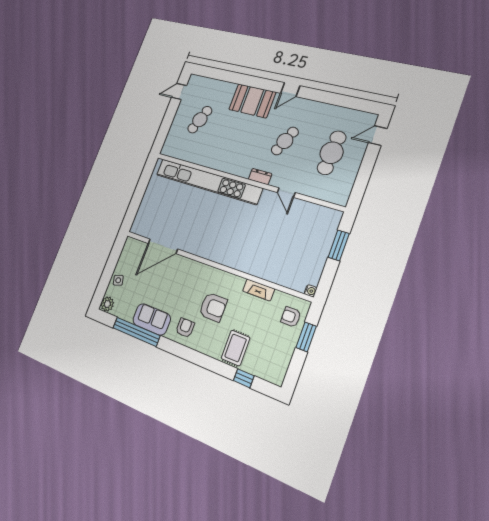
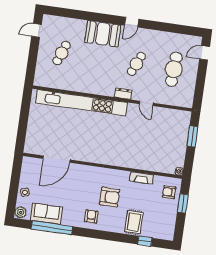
sofa: (152, 319) -> (46, 214), moved

